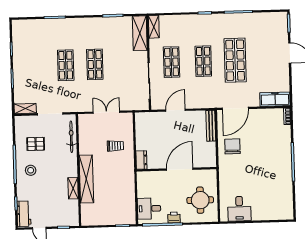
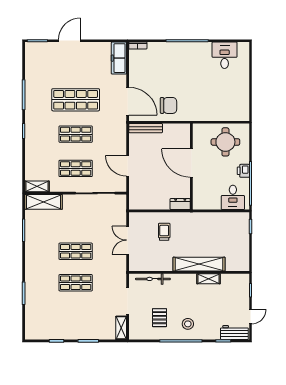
chair: (232, 146) -> (168, 105), turned 180
desk: (239, 209) -> (225, 55), moved, turned -90

